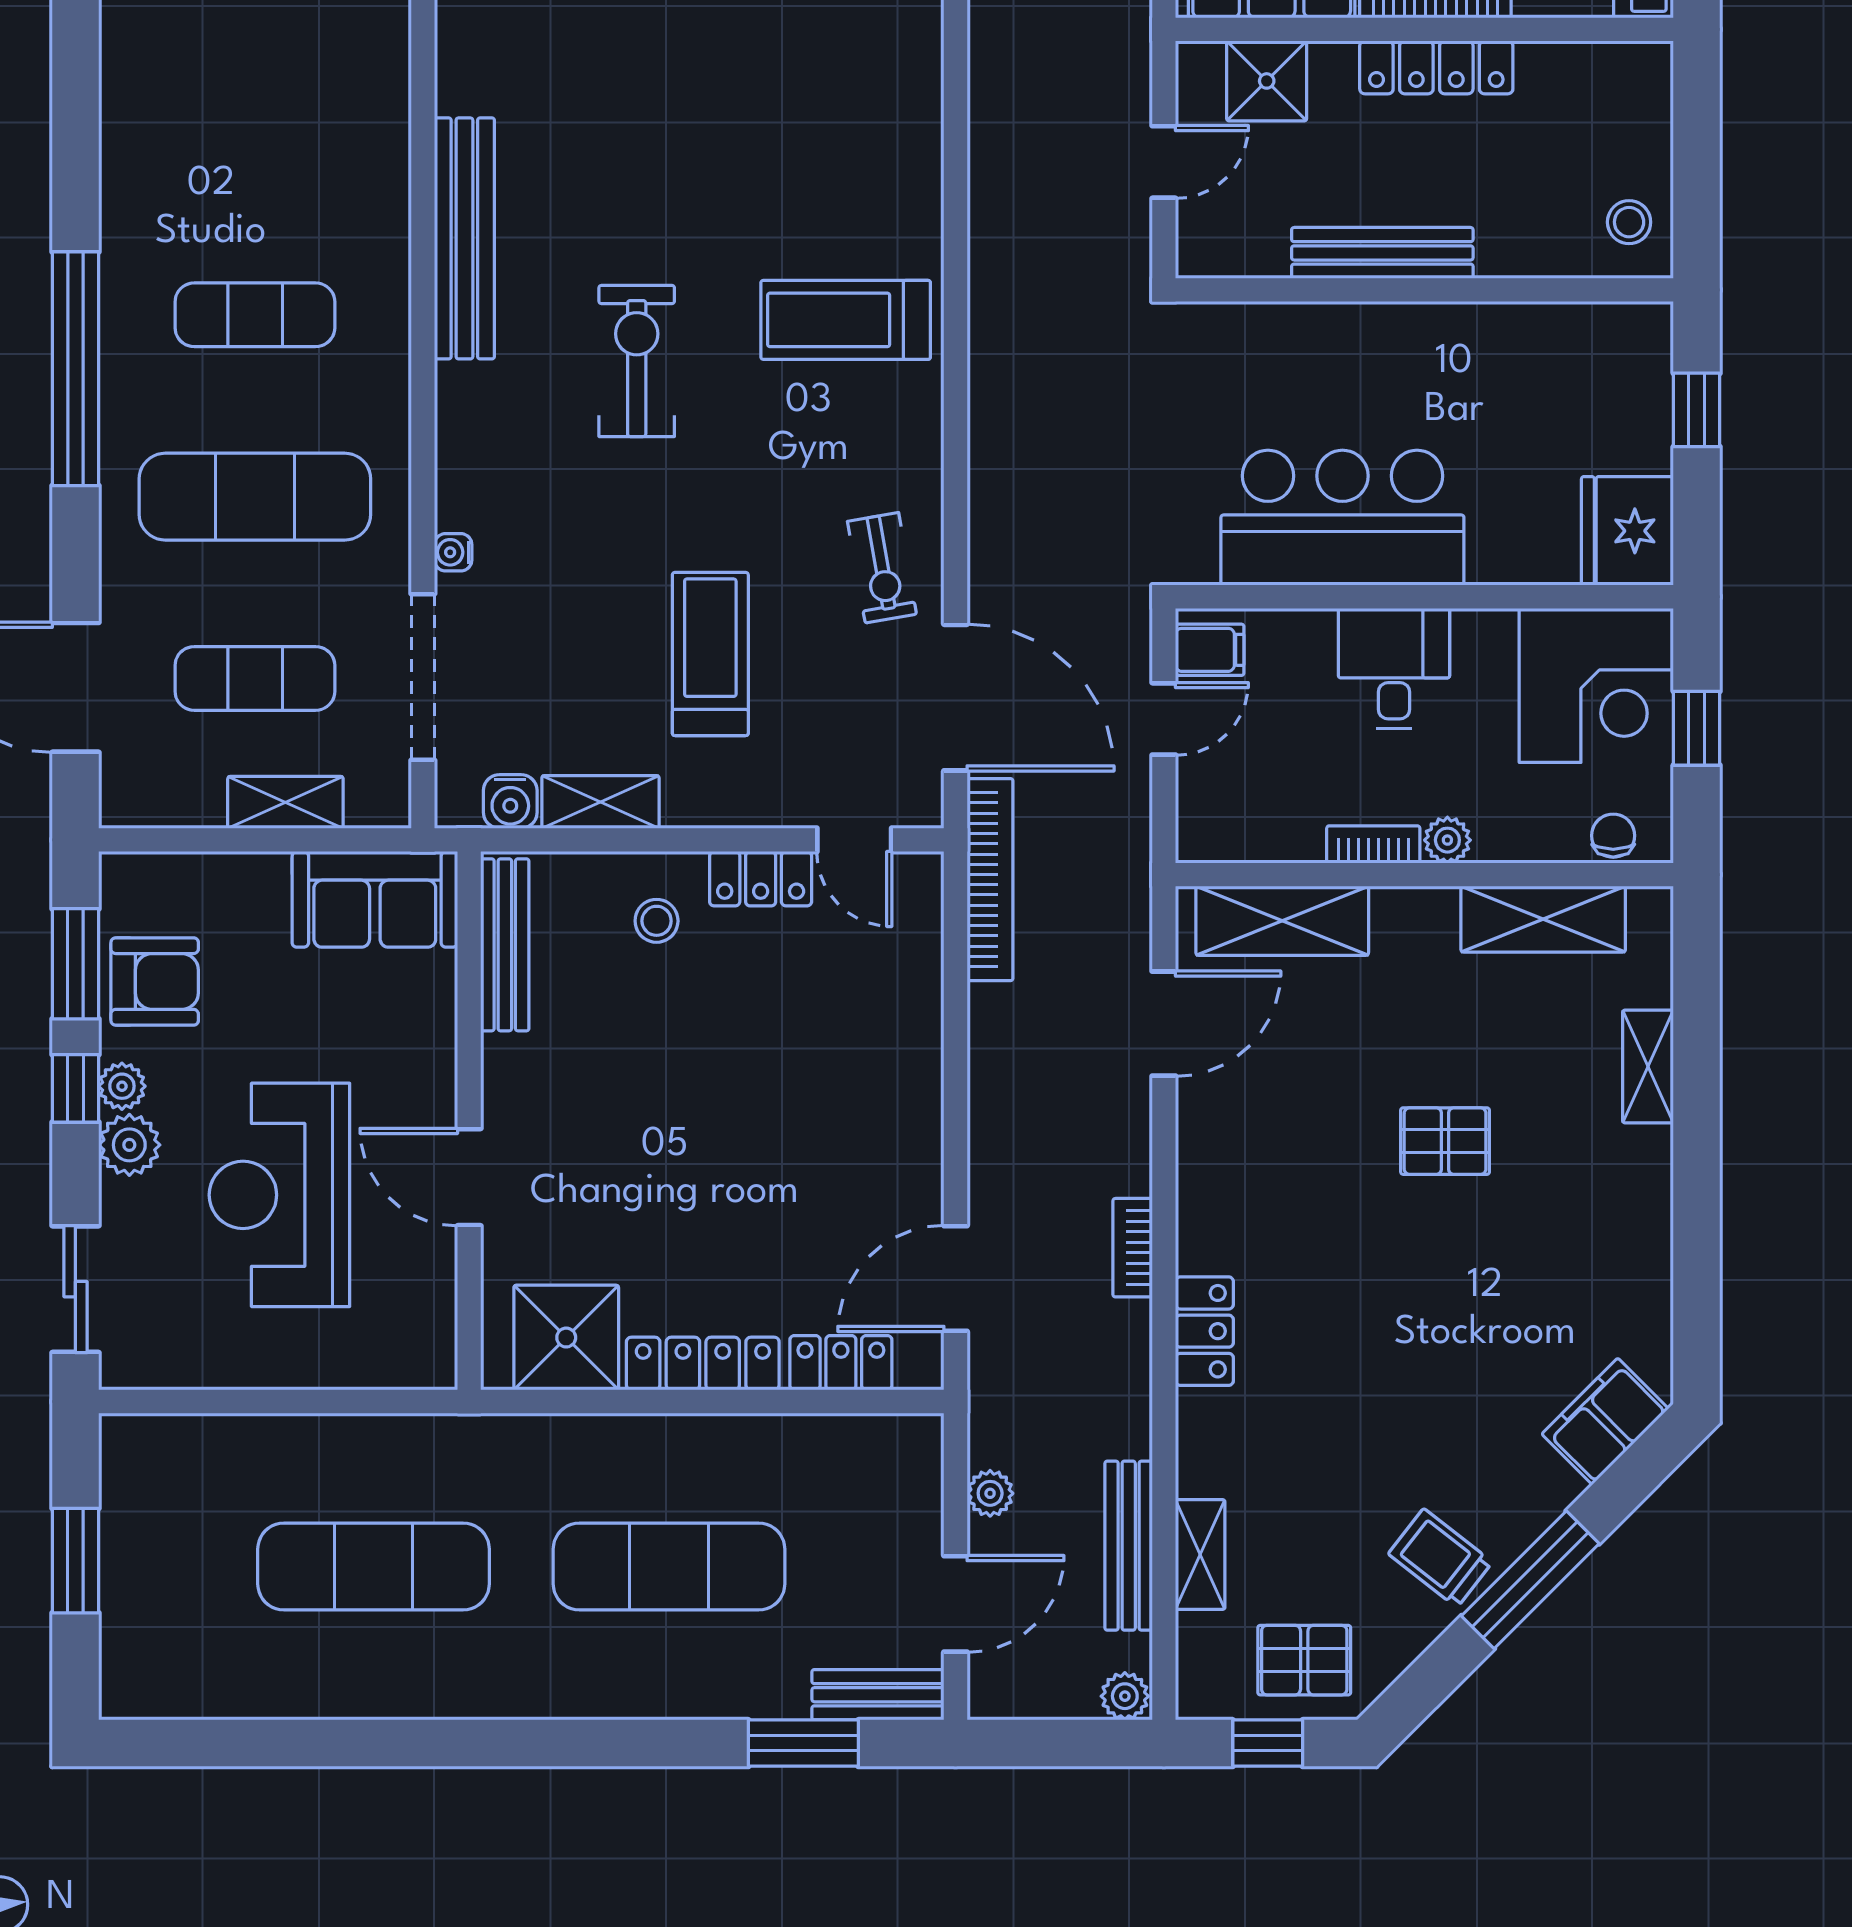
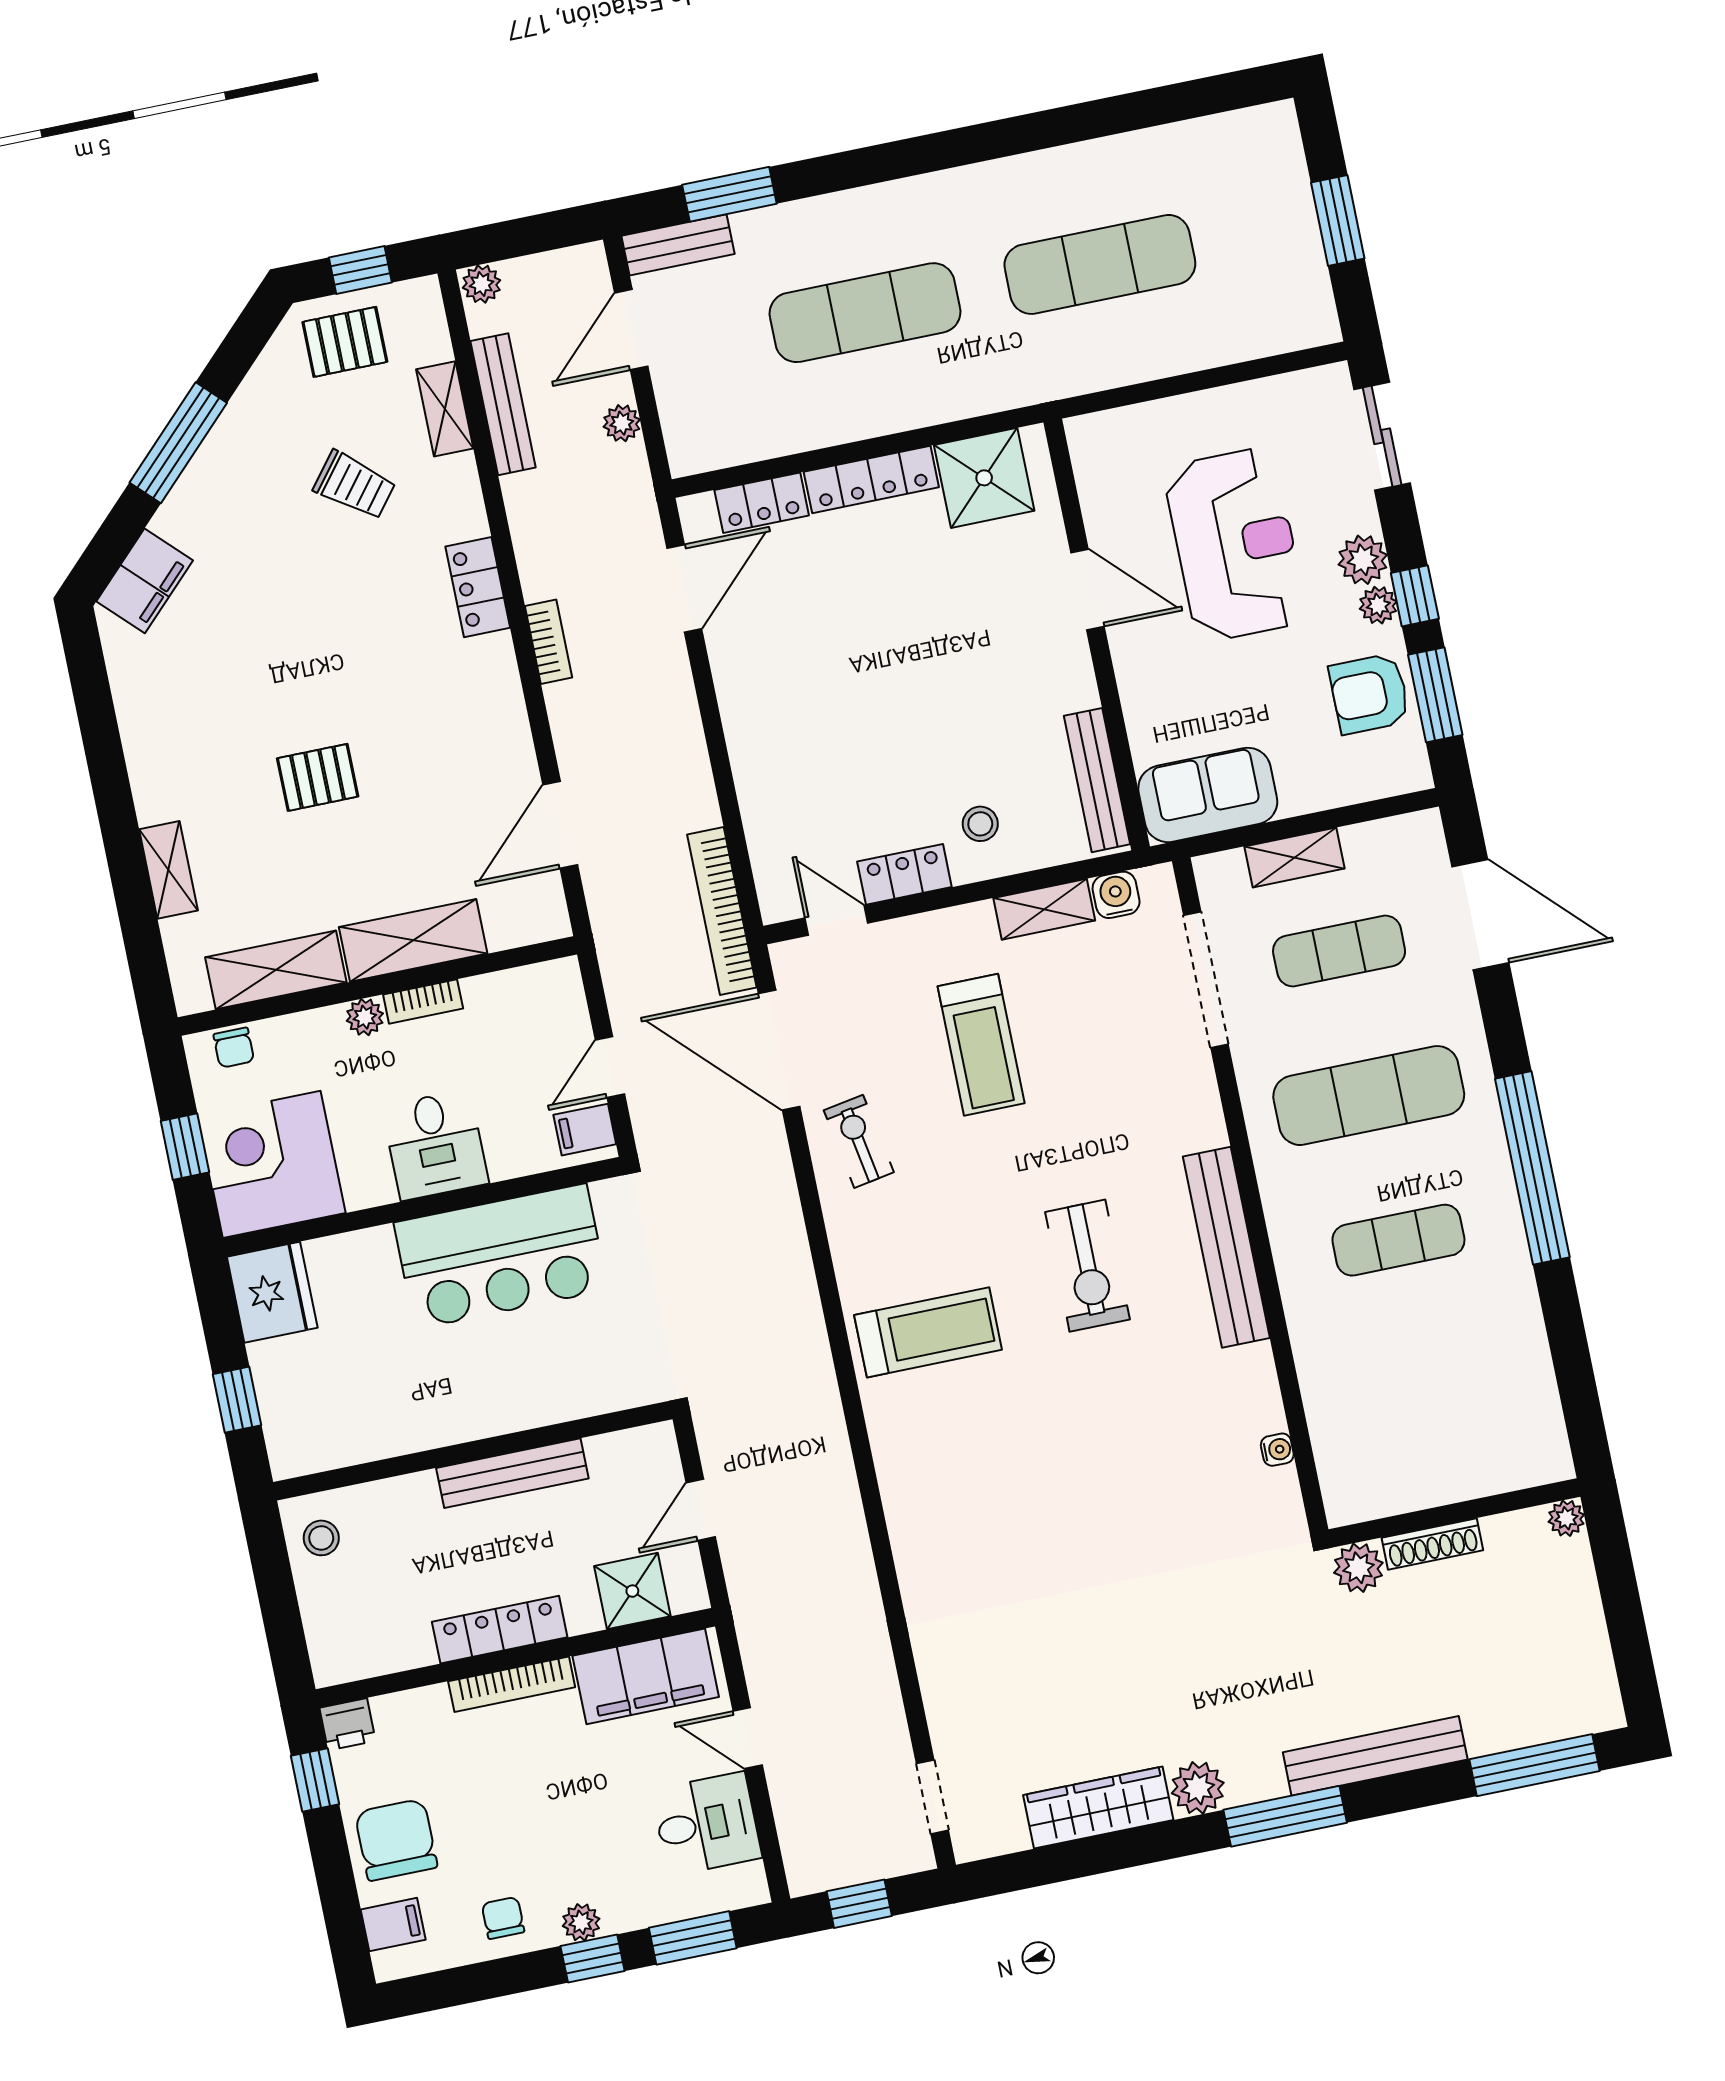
bench: (464, 238) -> (1226, 1247), moved
water cooler: (453, 552) -> (1277, 1450), moved
shelving: (1282, 921) -> (413, 940), moved
trolley: (1440, 1558) -> (355, 485), moved

